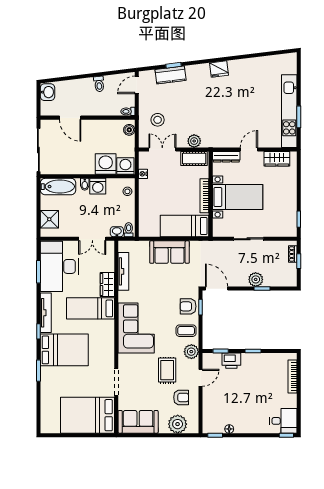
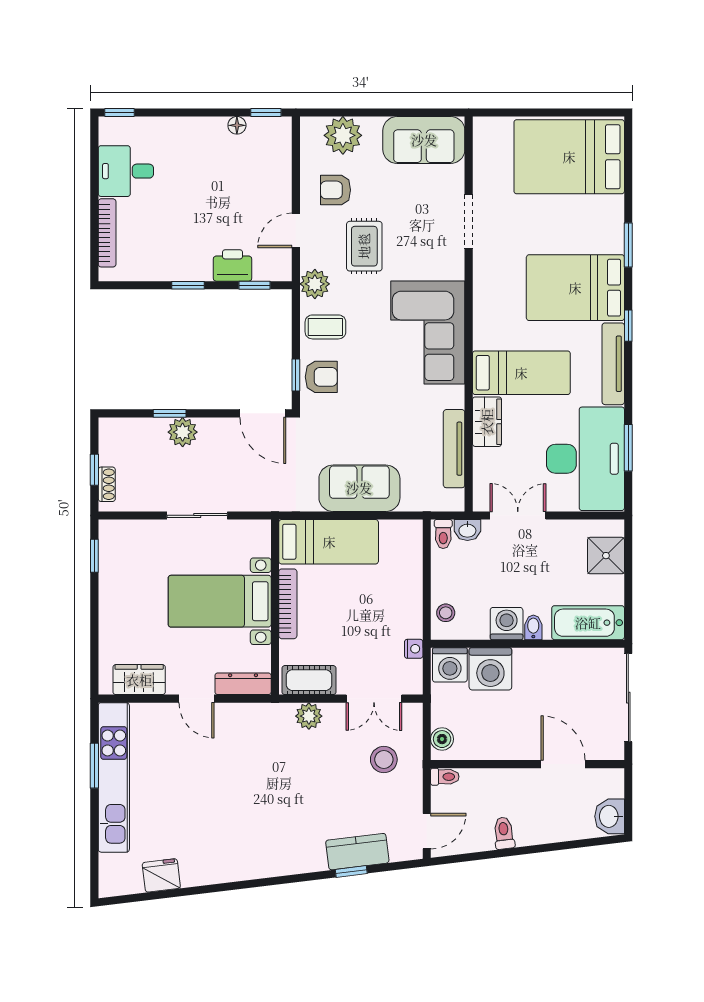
fridge: (219, 69) -> (161, 875), moved
door: (249, 149) -> (196, 699), hinge flipped
bed: (87, 415) -> (569, 157), moved, turned 180
desk: (283, 421) -> (126, 171), moved

